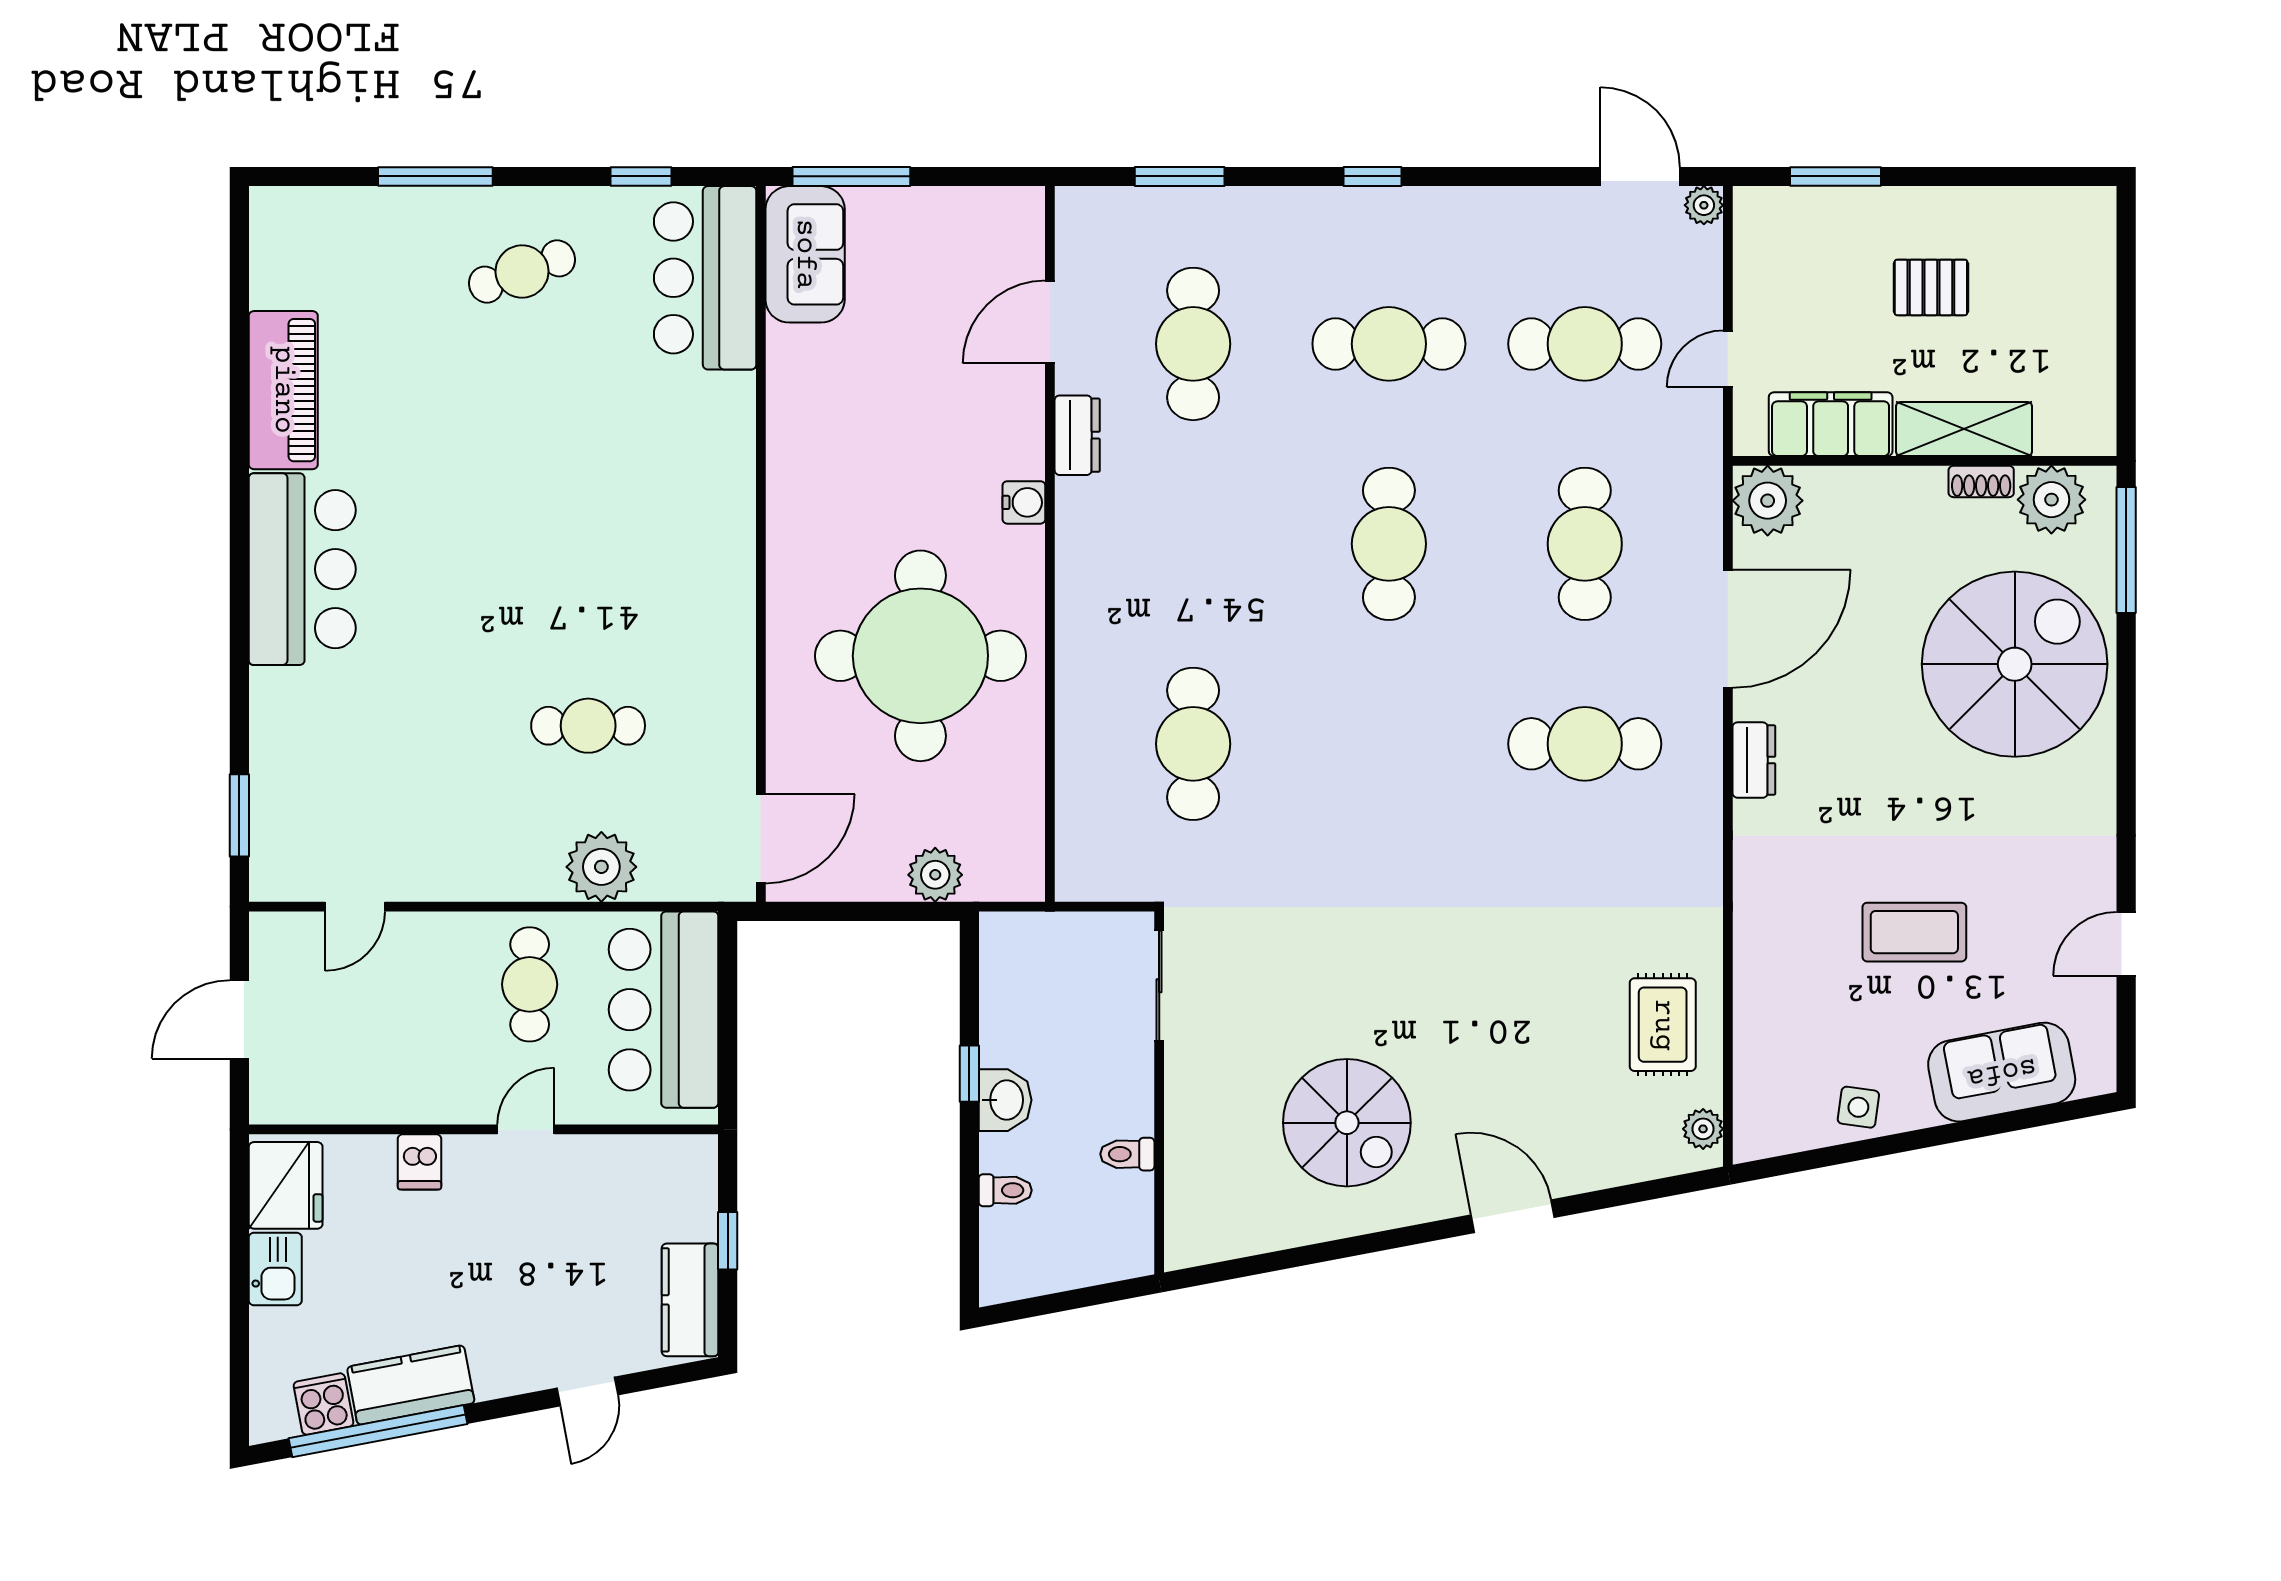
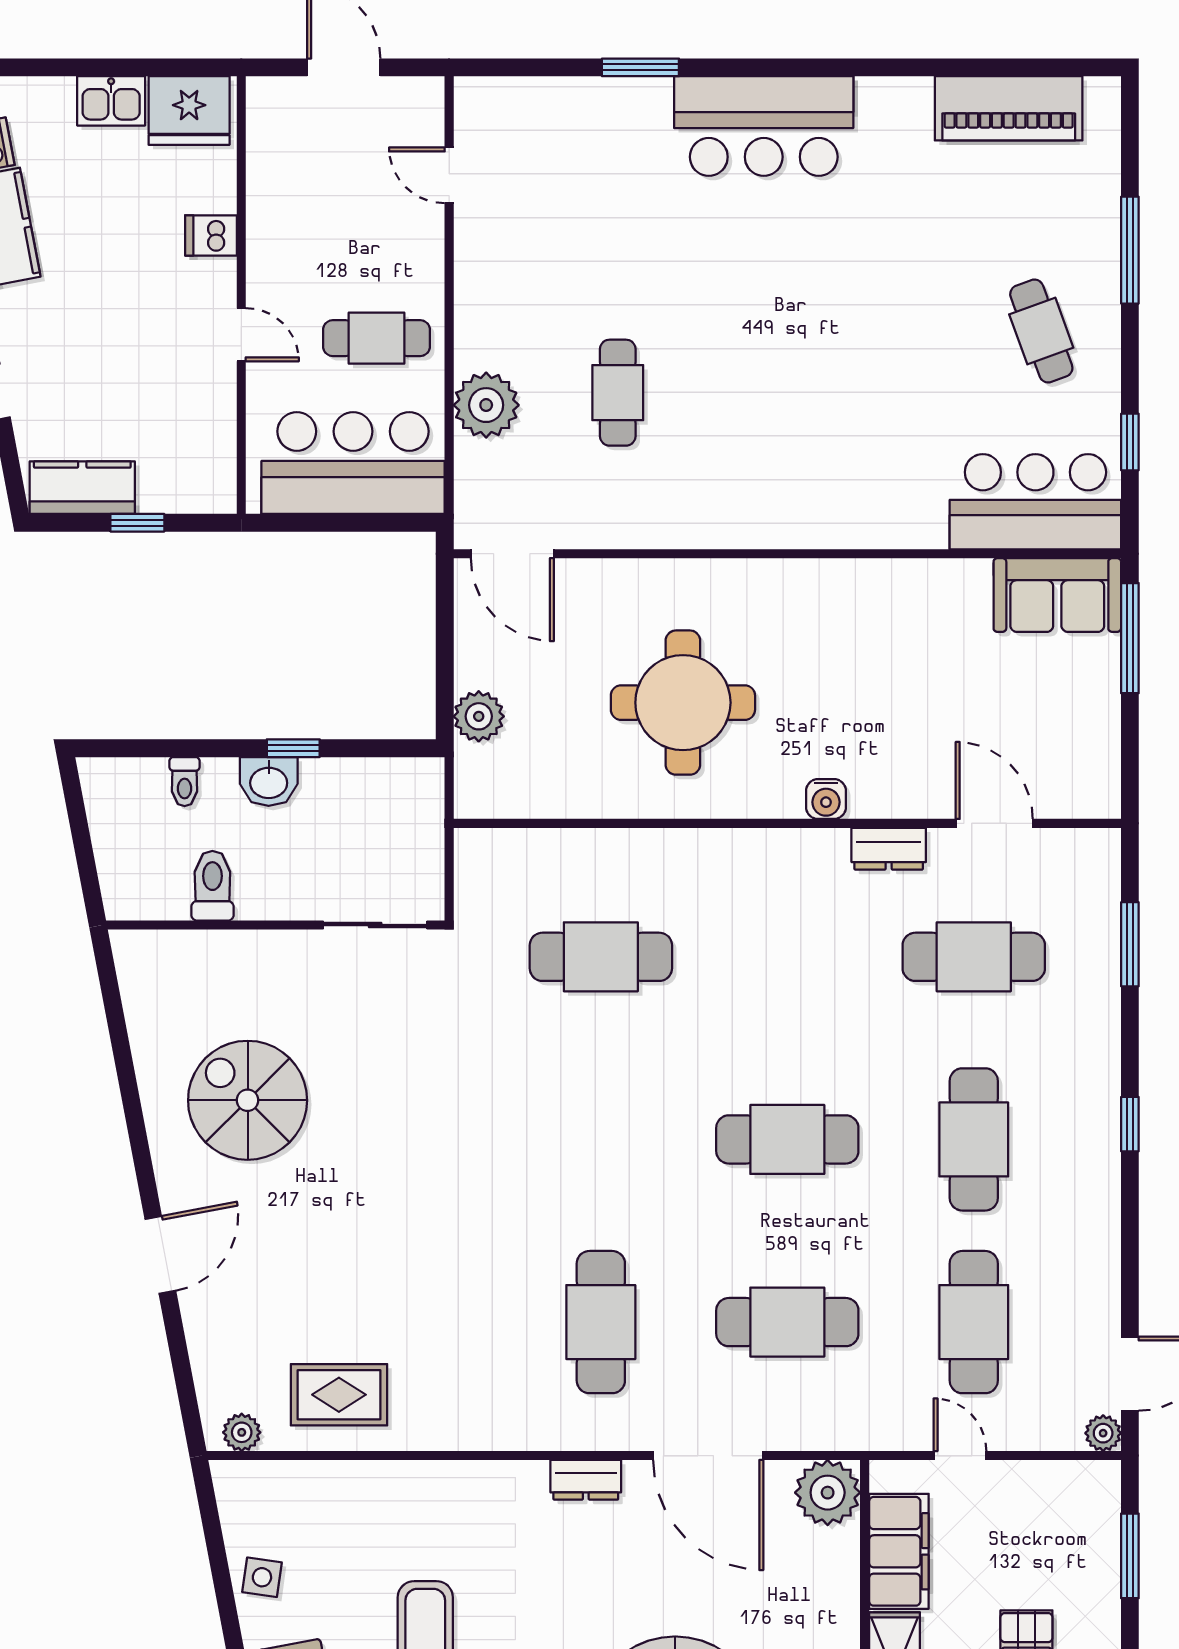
piano: (283, 390) -> (1009, 108), moved
round table: (920, 656) -> (683, 703), width x0.73, depth x0.73
window: (239, 815) -> (640, 67), moved
spiral stairs: (1347, 1123) -> (248, 1100), turned 90
toilet: (1127, 1154) -> (212, 886), width x1.37, depth x1.39

